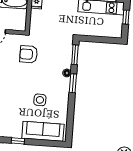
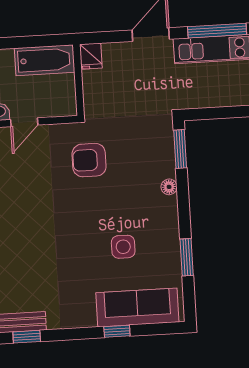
window: (73, 83) -> (187, 257), moved
window: (18, 141) -> (117, 331), moved

